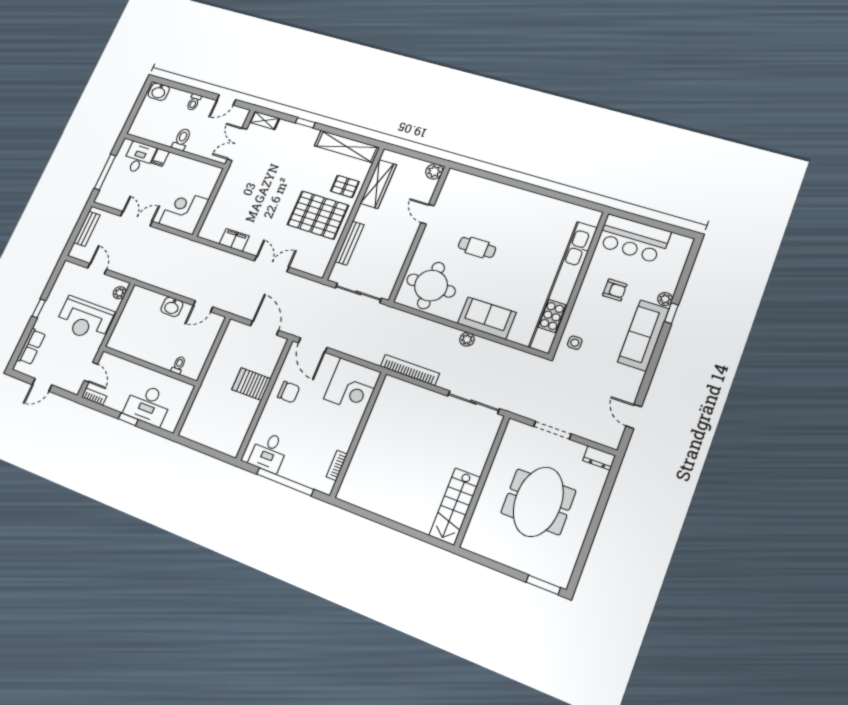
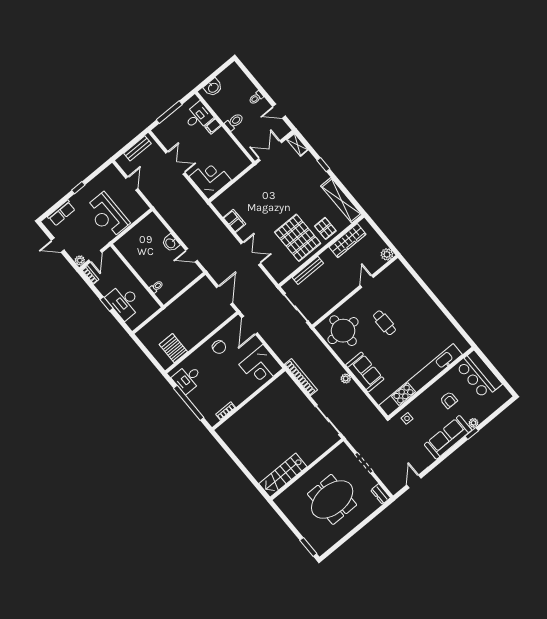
washbasin: (159, 92) -> (213, 87), moved, turned -90
plant: (119, 293) -> (80, 260), moved
server rack: (251, 384) -> (173, 348), moved

